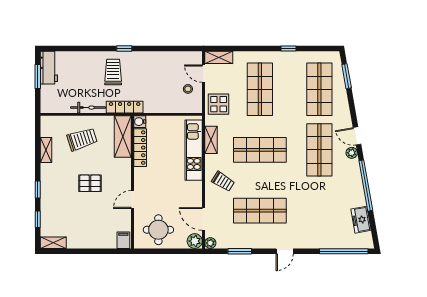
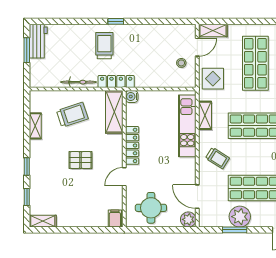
door: (204, 74) -> (197, 47), swing flipped
locker: (140, 148) -> (132, 145), moved
plant: (210, 243) -> (240, 217), moved, width x1.88, depth x1.88

